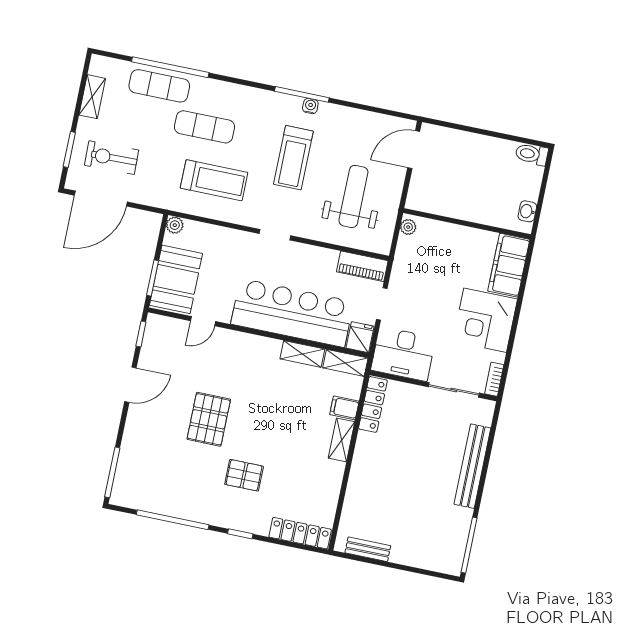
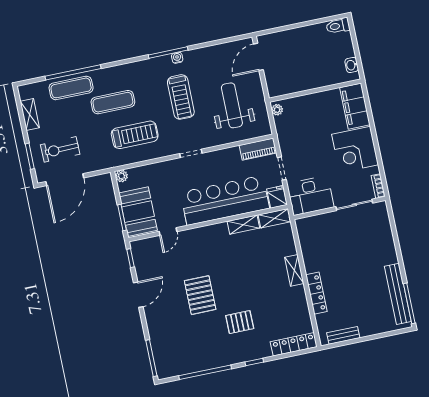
locker: (373, 404) -> (316, 293), moved
filing cabinet: (344, 408) -> (287, 248), removed
bench: (472, 466) -> (398, 294), moved

